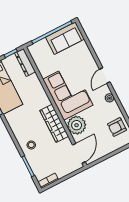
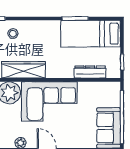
dresser: (25, 62) -> (90, 72), moved

